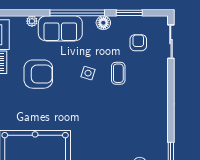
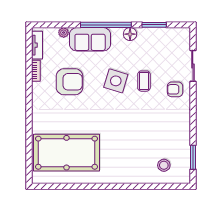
sliding door: (171, 42) -> (193, 66), moved
armchair: (138, 43) -> (175, 89), moved, turned -90
side table: (88, 73) -> (116, 81), width x1.87, depth x1.87

